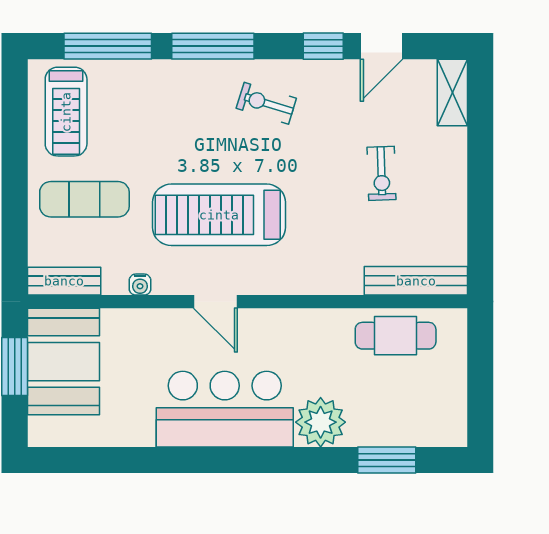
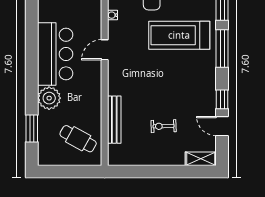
exercise bike: (266, 103) -> (196, 73), removed
treadmill: (219, 215) -> (179, 35), moved, turned -90
bench: (416, 281) -> (114, 120), moved
cafe table: (396, 336) -> (78, 139), moved, turned -61

